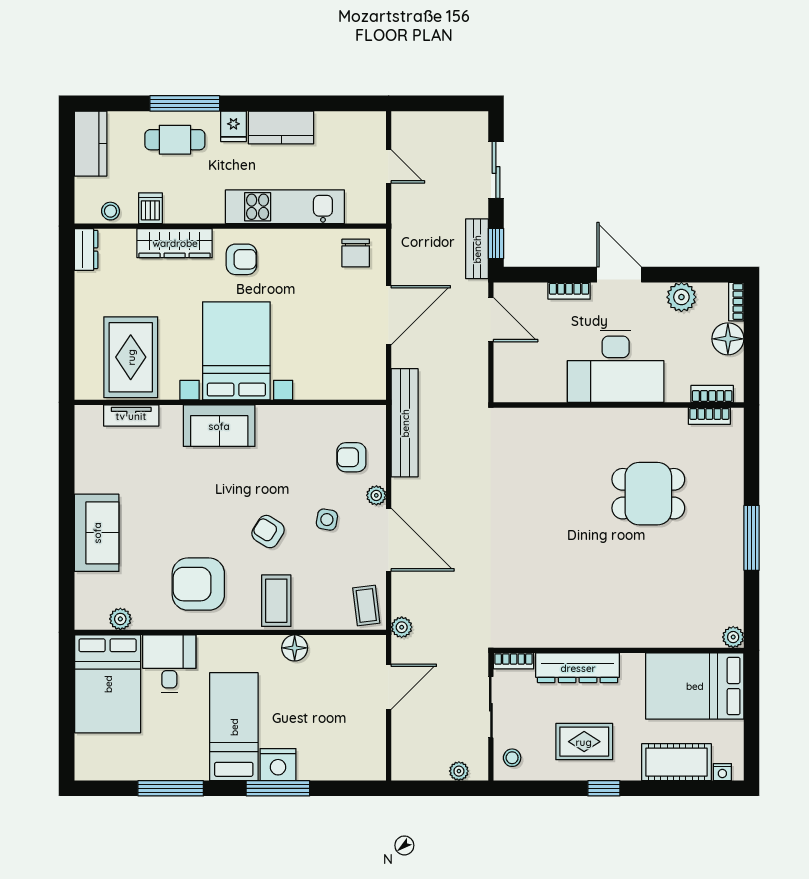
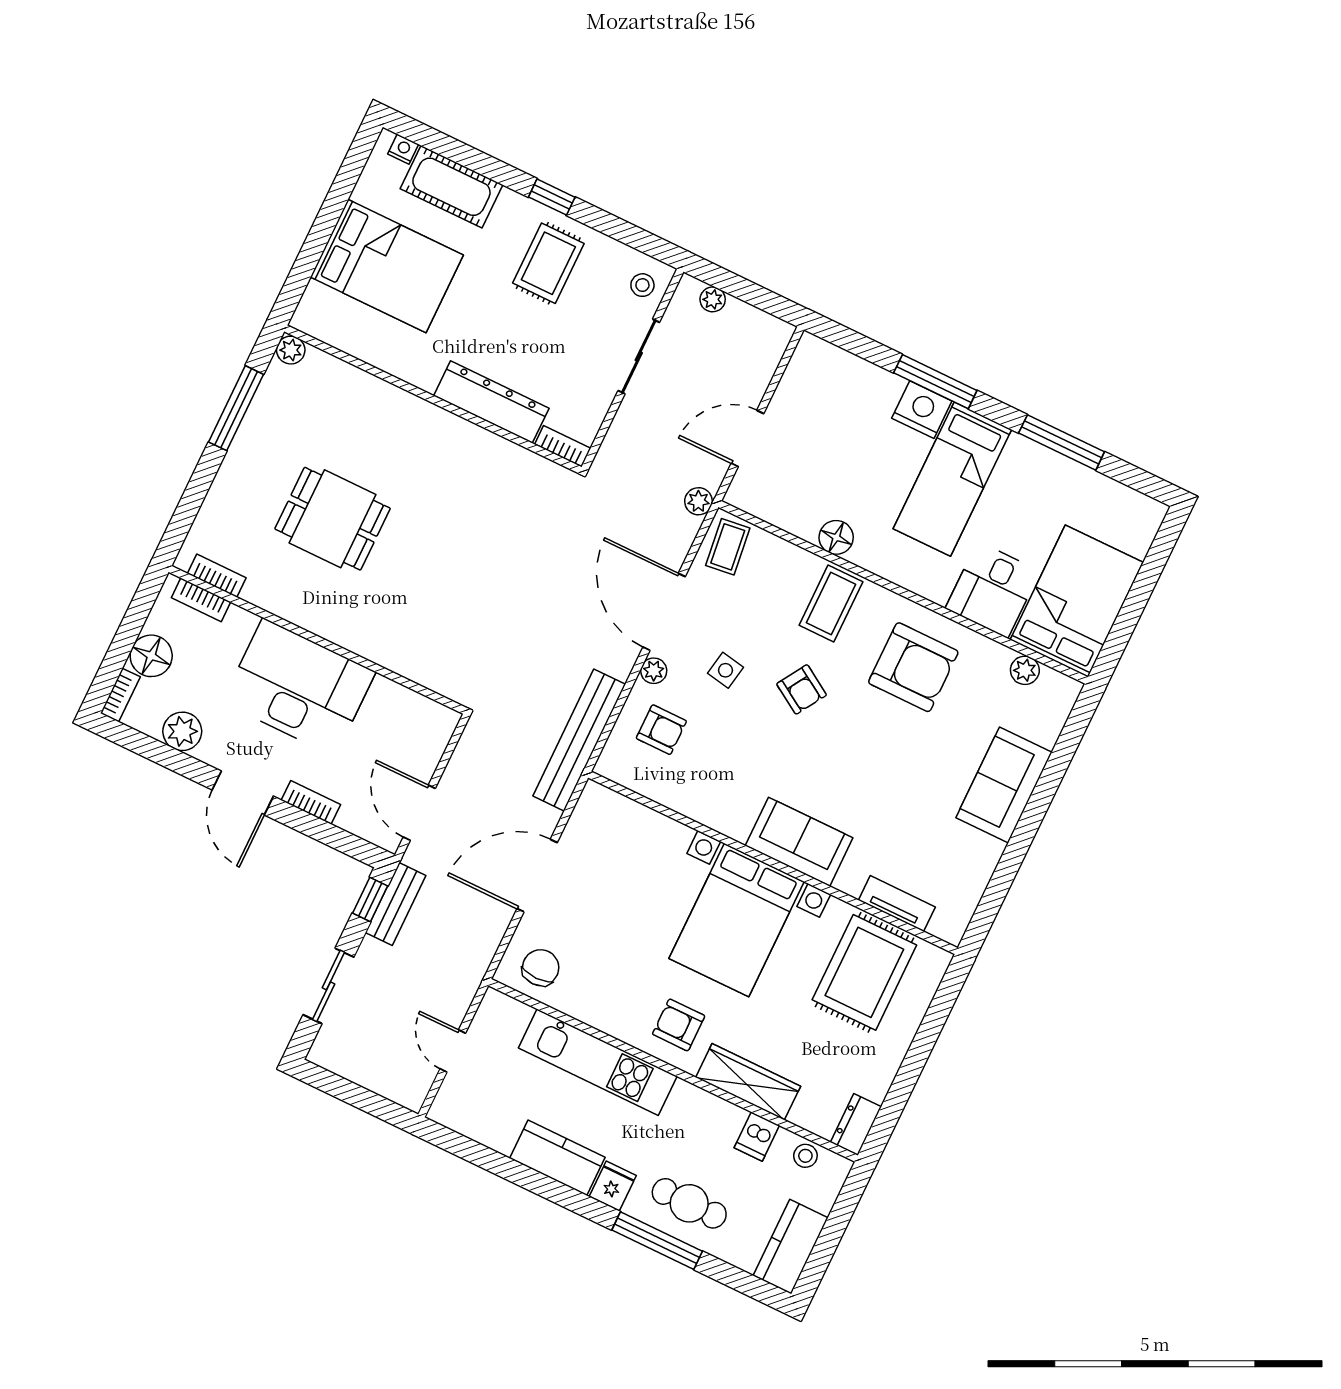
plant: (733, 637) -> (291, 350), moved
wall: (619, 650) -> (433, 399), moved
bookcase: (514, 661) -> (563, 446), moved
dresser: (578, 668) -> (491, 402), moved
rug: (584, 742) -> (548, 263), turned 90

